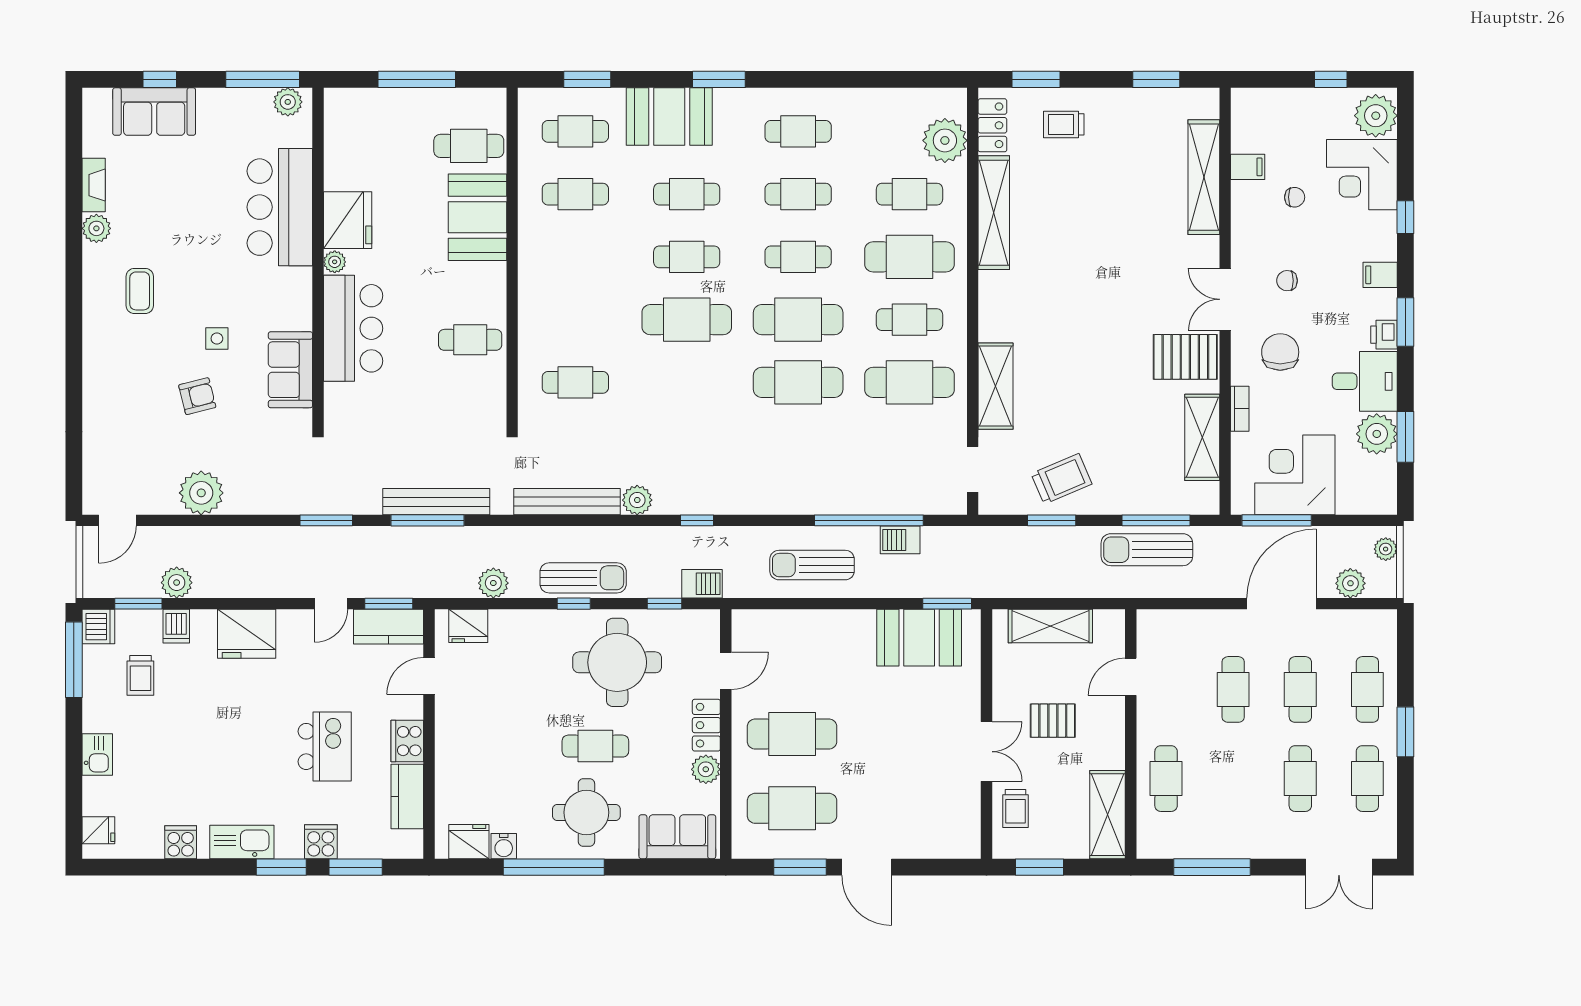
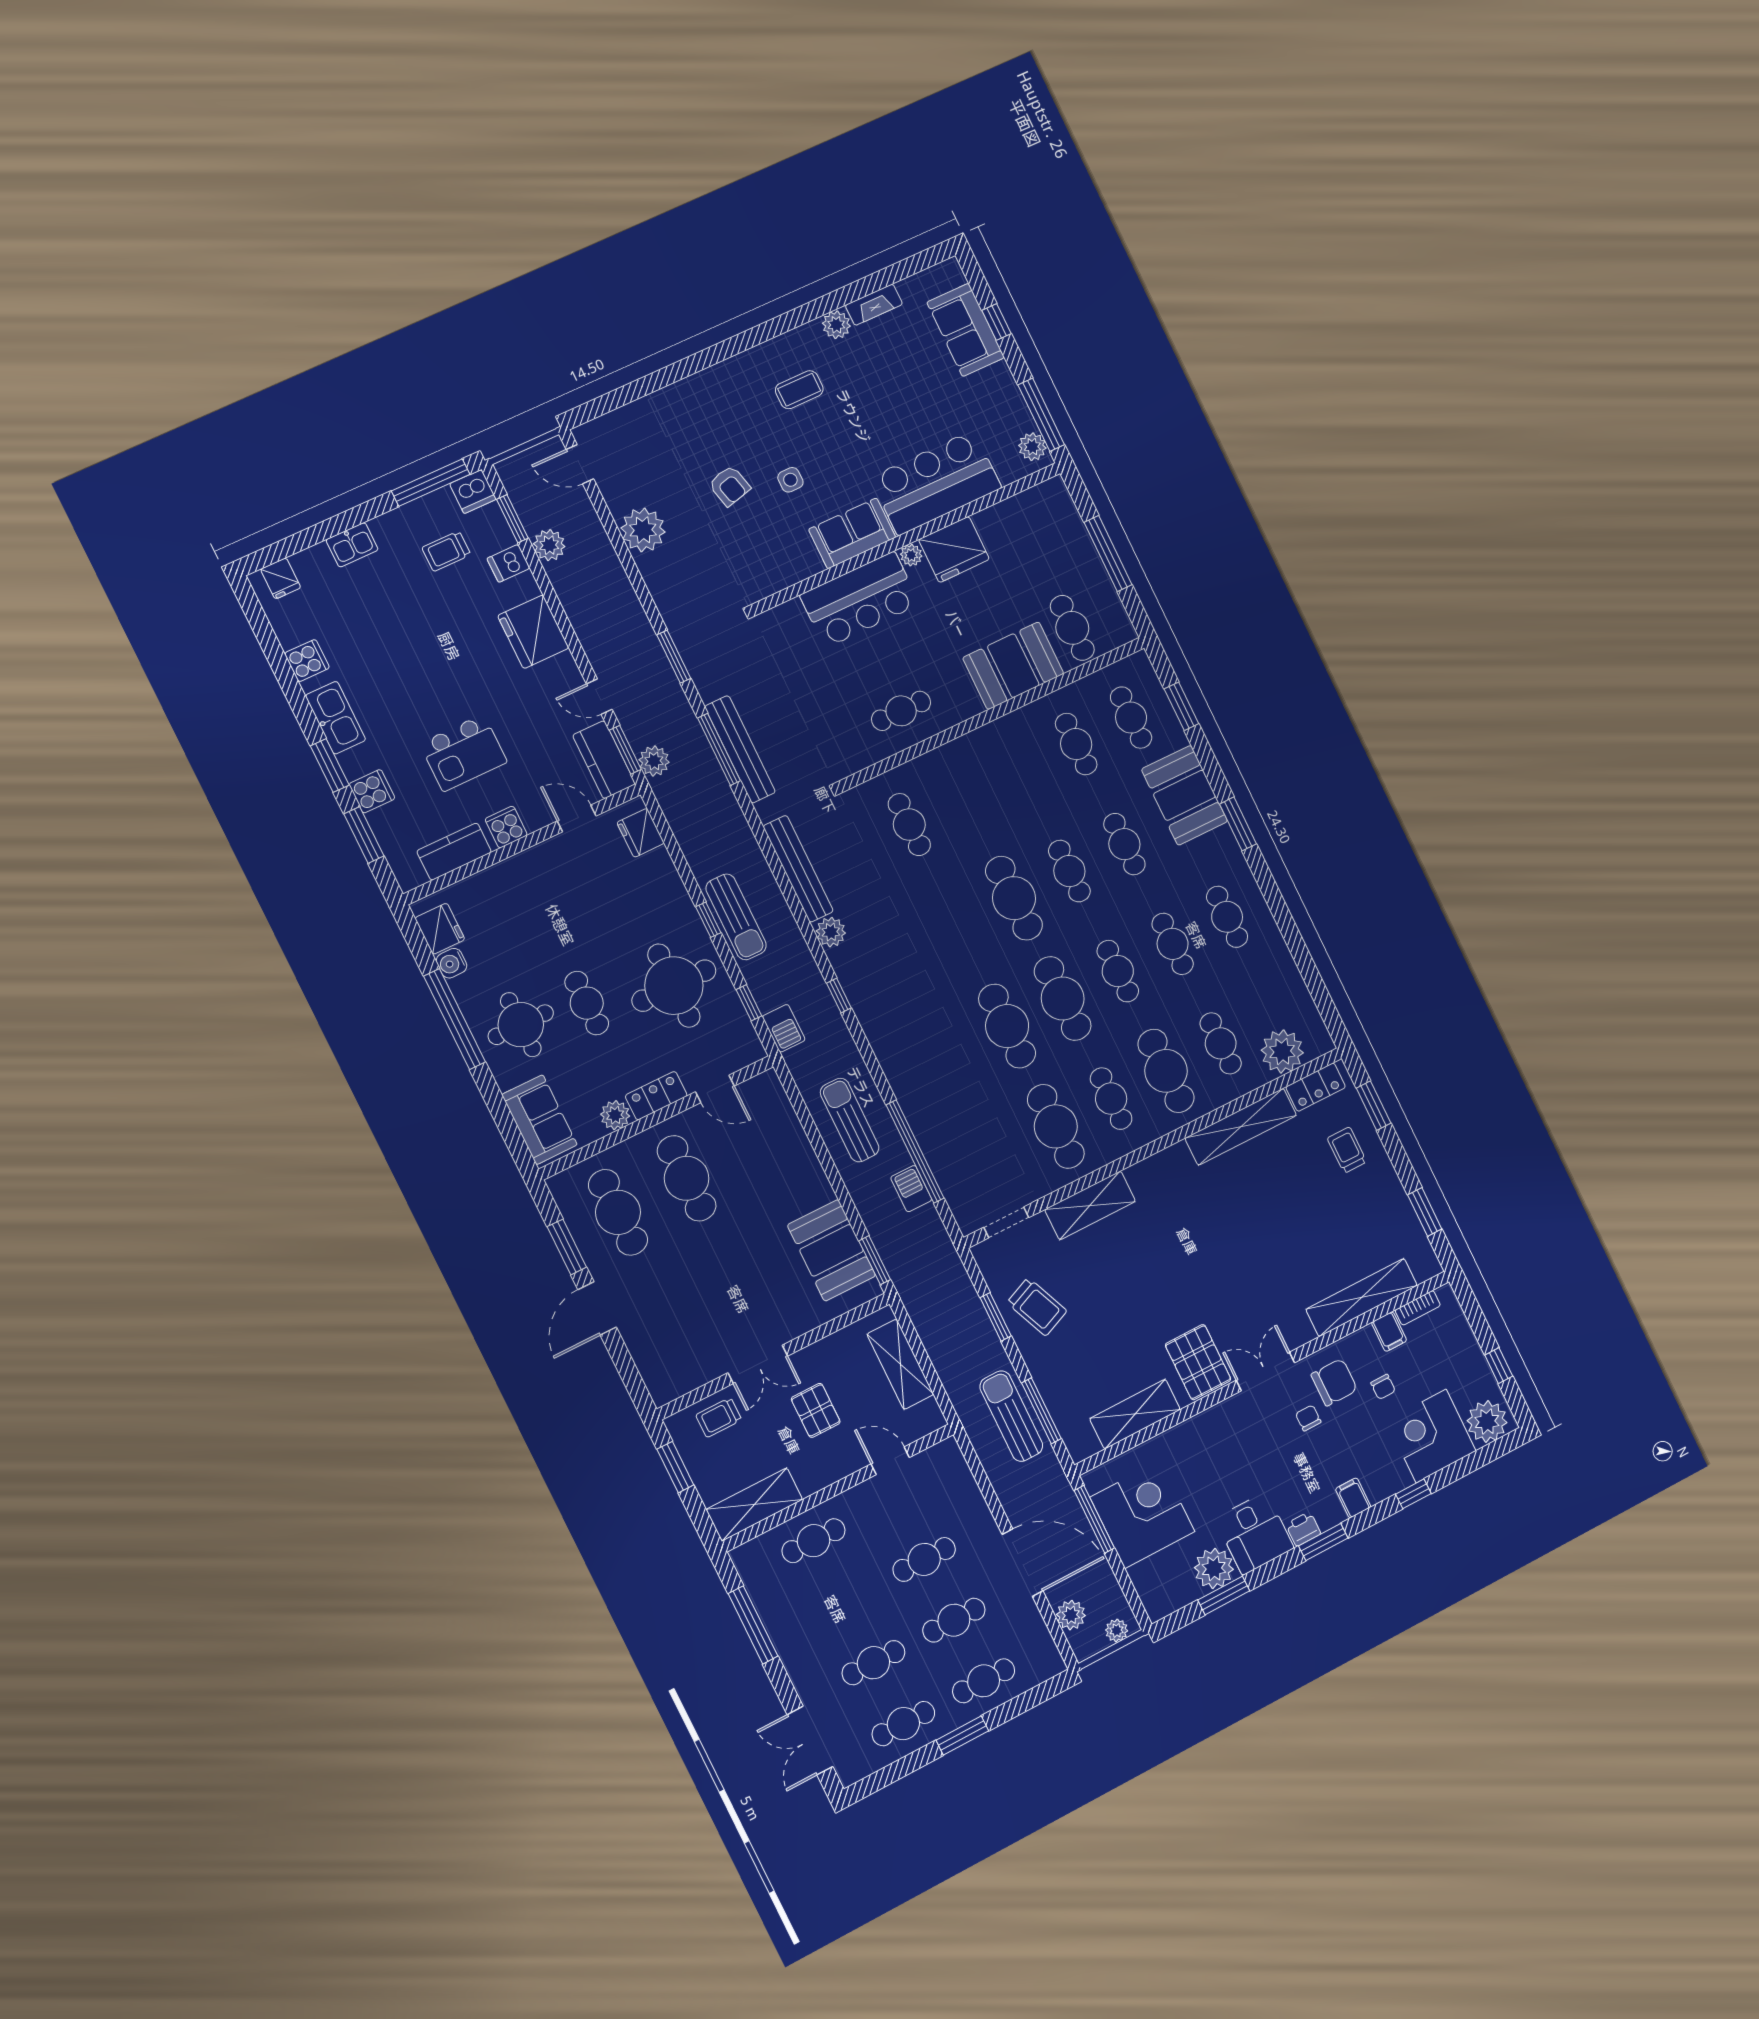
cafe table: (470, 340) -> (901, 711), turned 90
chair: (1280, 352) -> (1334, 1382), moved
sofa: (290, 370) -> (852, 533), moved
bookcase: (1240, 409) -> (1418, 1308), moved
plant: (493, 583) -> (654, 761), moved
cooker: (407, 741) -> (506, 827), width x0.73

